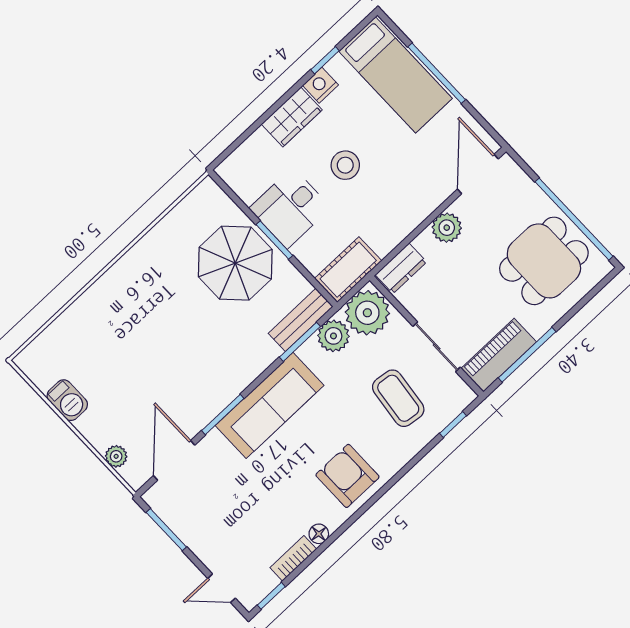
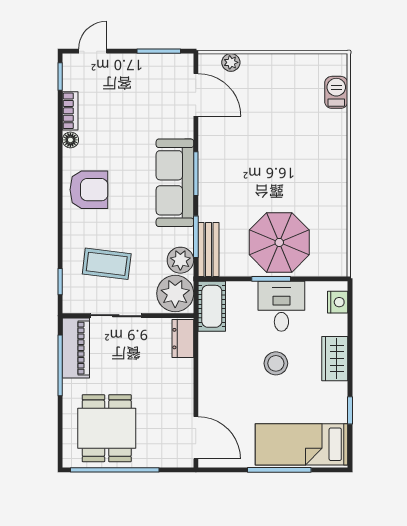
nightstand: (320, 85) -> (338, 302), moved
plant: (447, 228) -> (181, 389), removed
barbecue: (67, 400) -> (336, 92), moved, turned 90
window: (223, 414) -> (196, 174), moved

